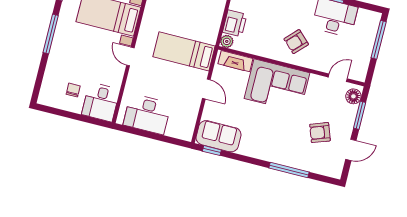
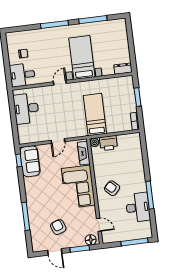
bed: (184, 51) -> (95, 115), moved

